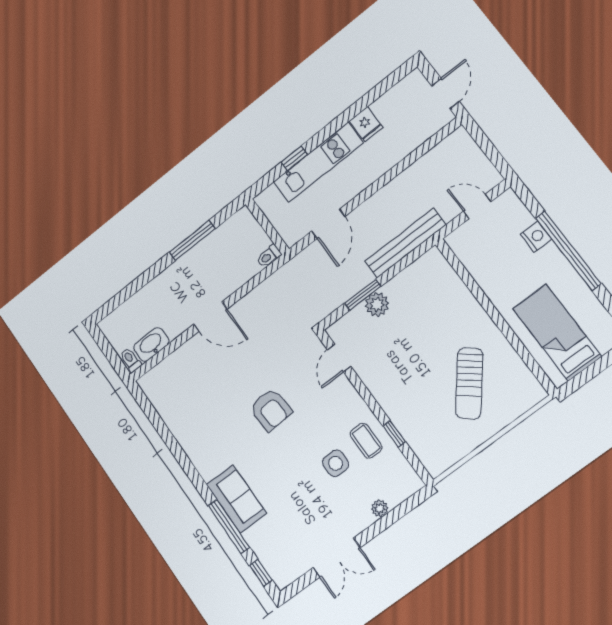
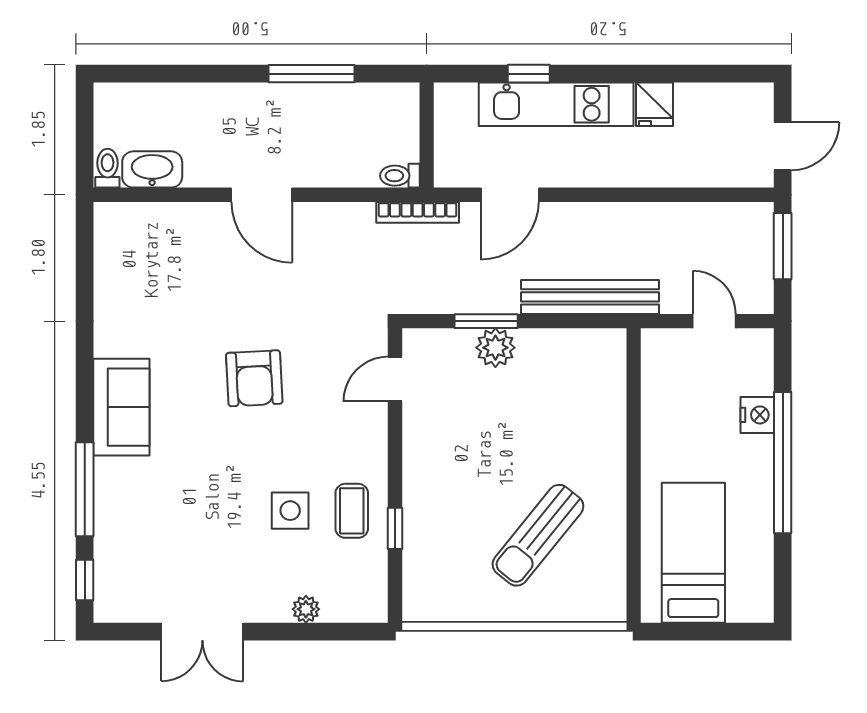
window: (483, 142) -> (783, 246), added
bookcase: (290, 267) -> (418, 212), added
sofa: (236, 499) -> (121, 407), moved

